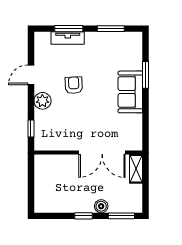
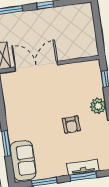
sofa: (130, 92) -> (23, 161), moved
boiler: (101, 206) -> (30, 16), removed

